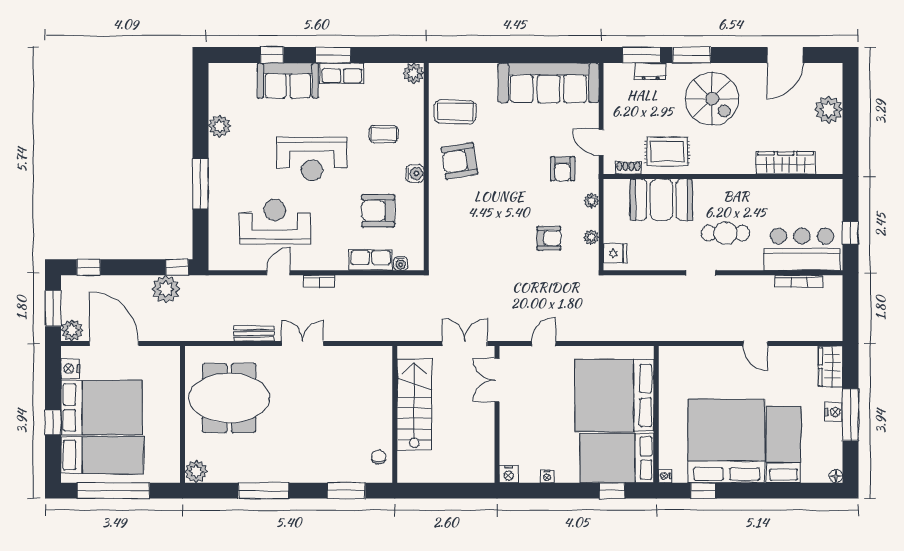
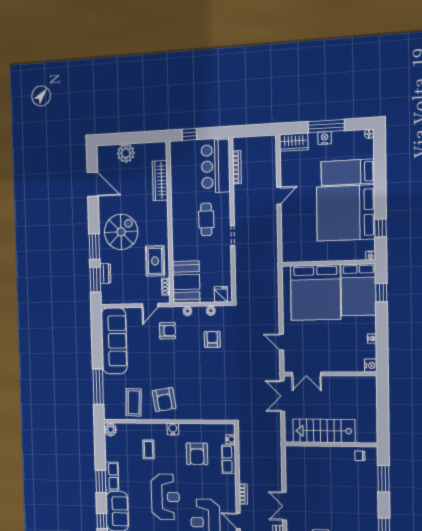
window: (479, 55) -> (98, 387), added
booth: (661, 200) -> (186, 282), moved
window: (850, 233) -> (189, 134), moved

